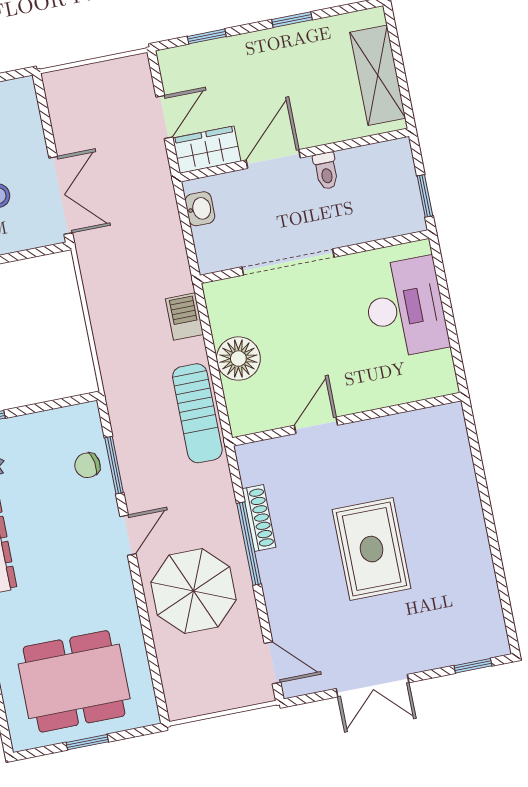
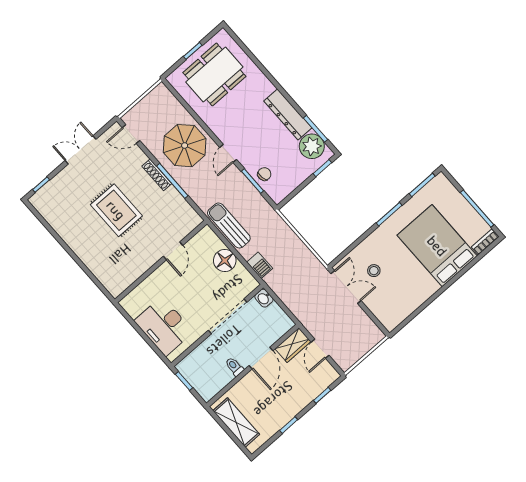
double door: (61, 195) -> (346, 287), swing flipped
washbasin: (200, 209) -> (264, 298), moved
shoe rack: (259, 518) -> (157, 175), moved

